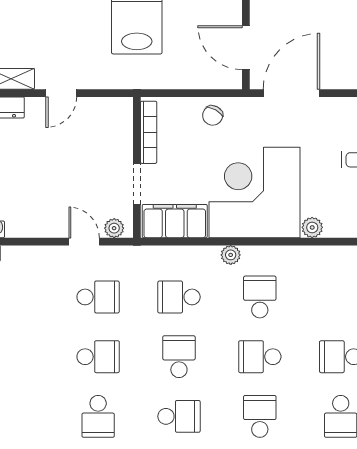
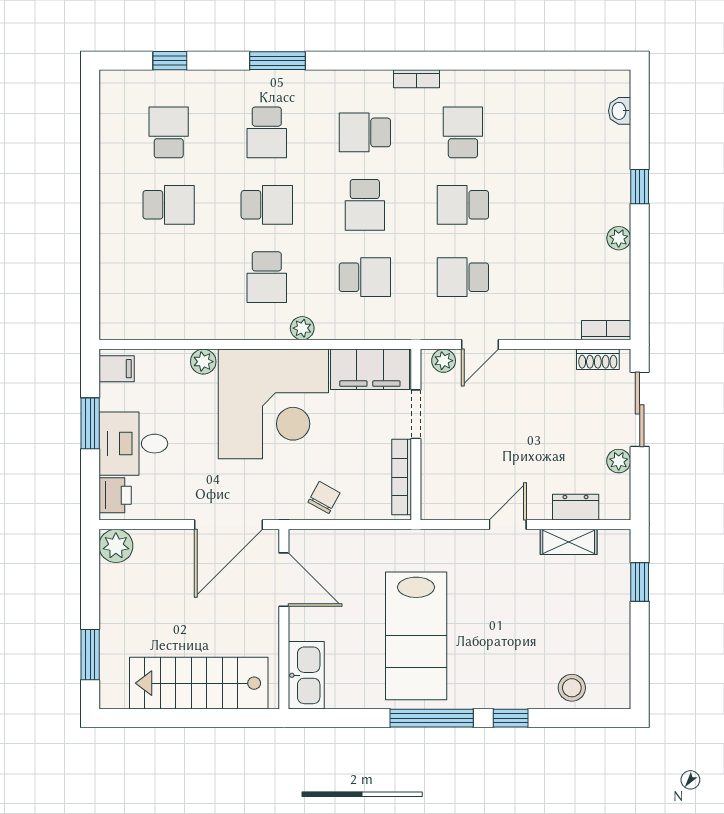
door: (84, 242) -> (480, 344), hinge flipped

